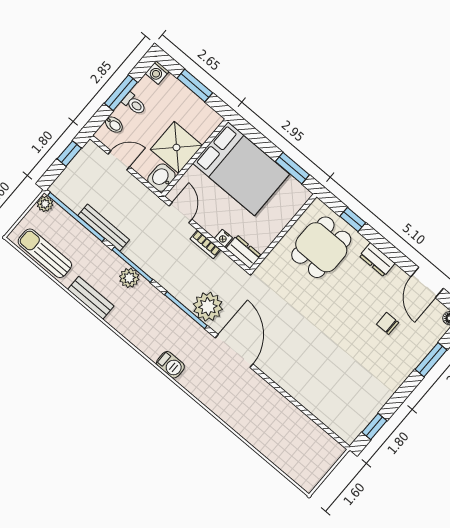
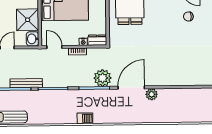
plant: (129, 278) -> (152, 94), moved
bench: (91, 298) -> (47, 119), removed
door: (234, 351) -> (131, 88), hinge flipped
barbecue: (170, 365) -> (85, 118), moved

